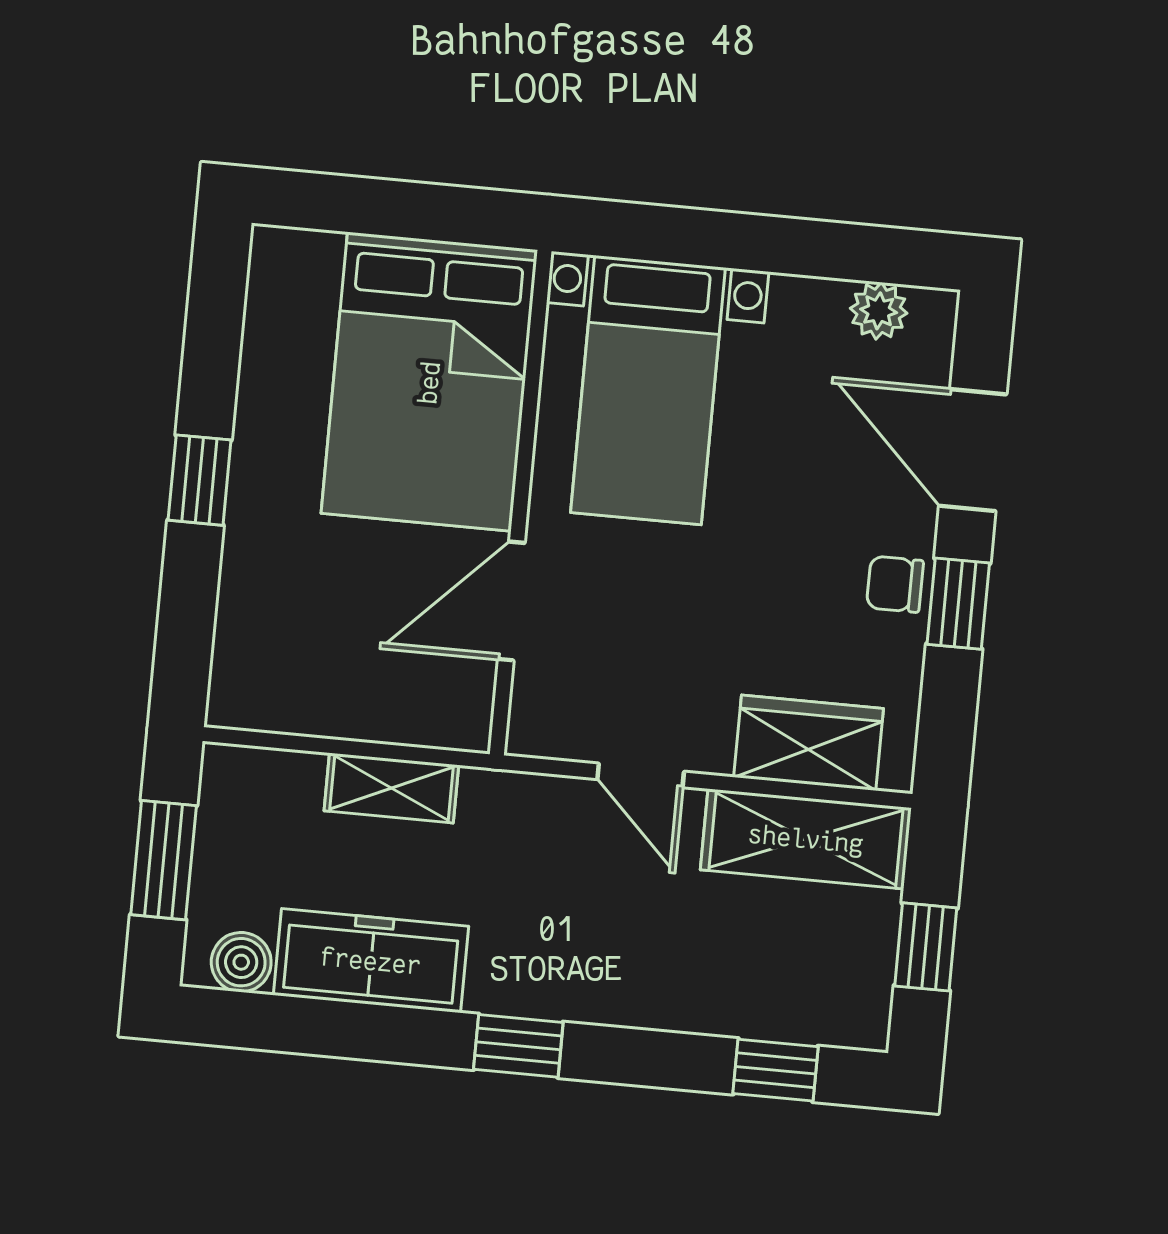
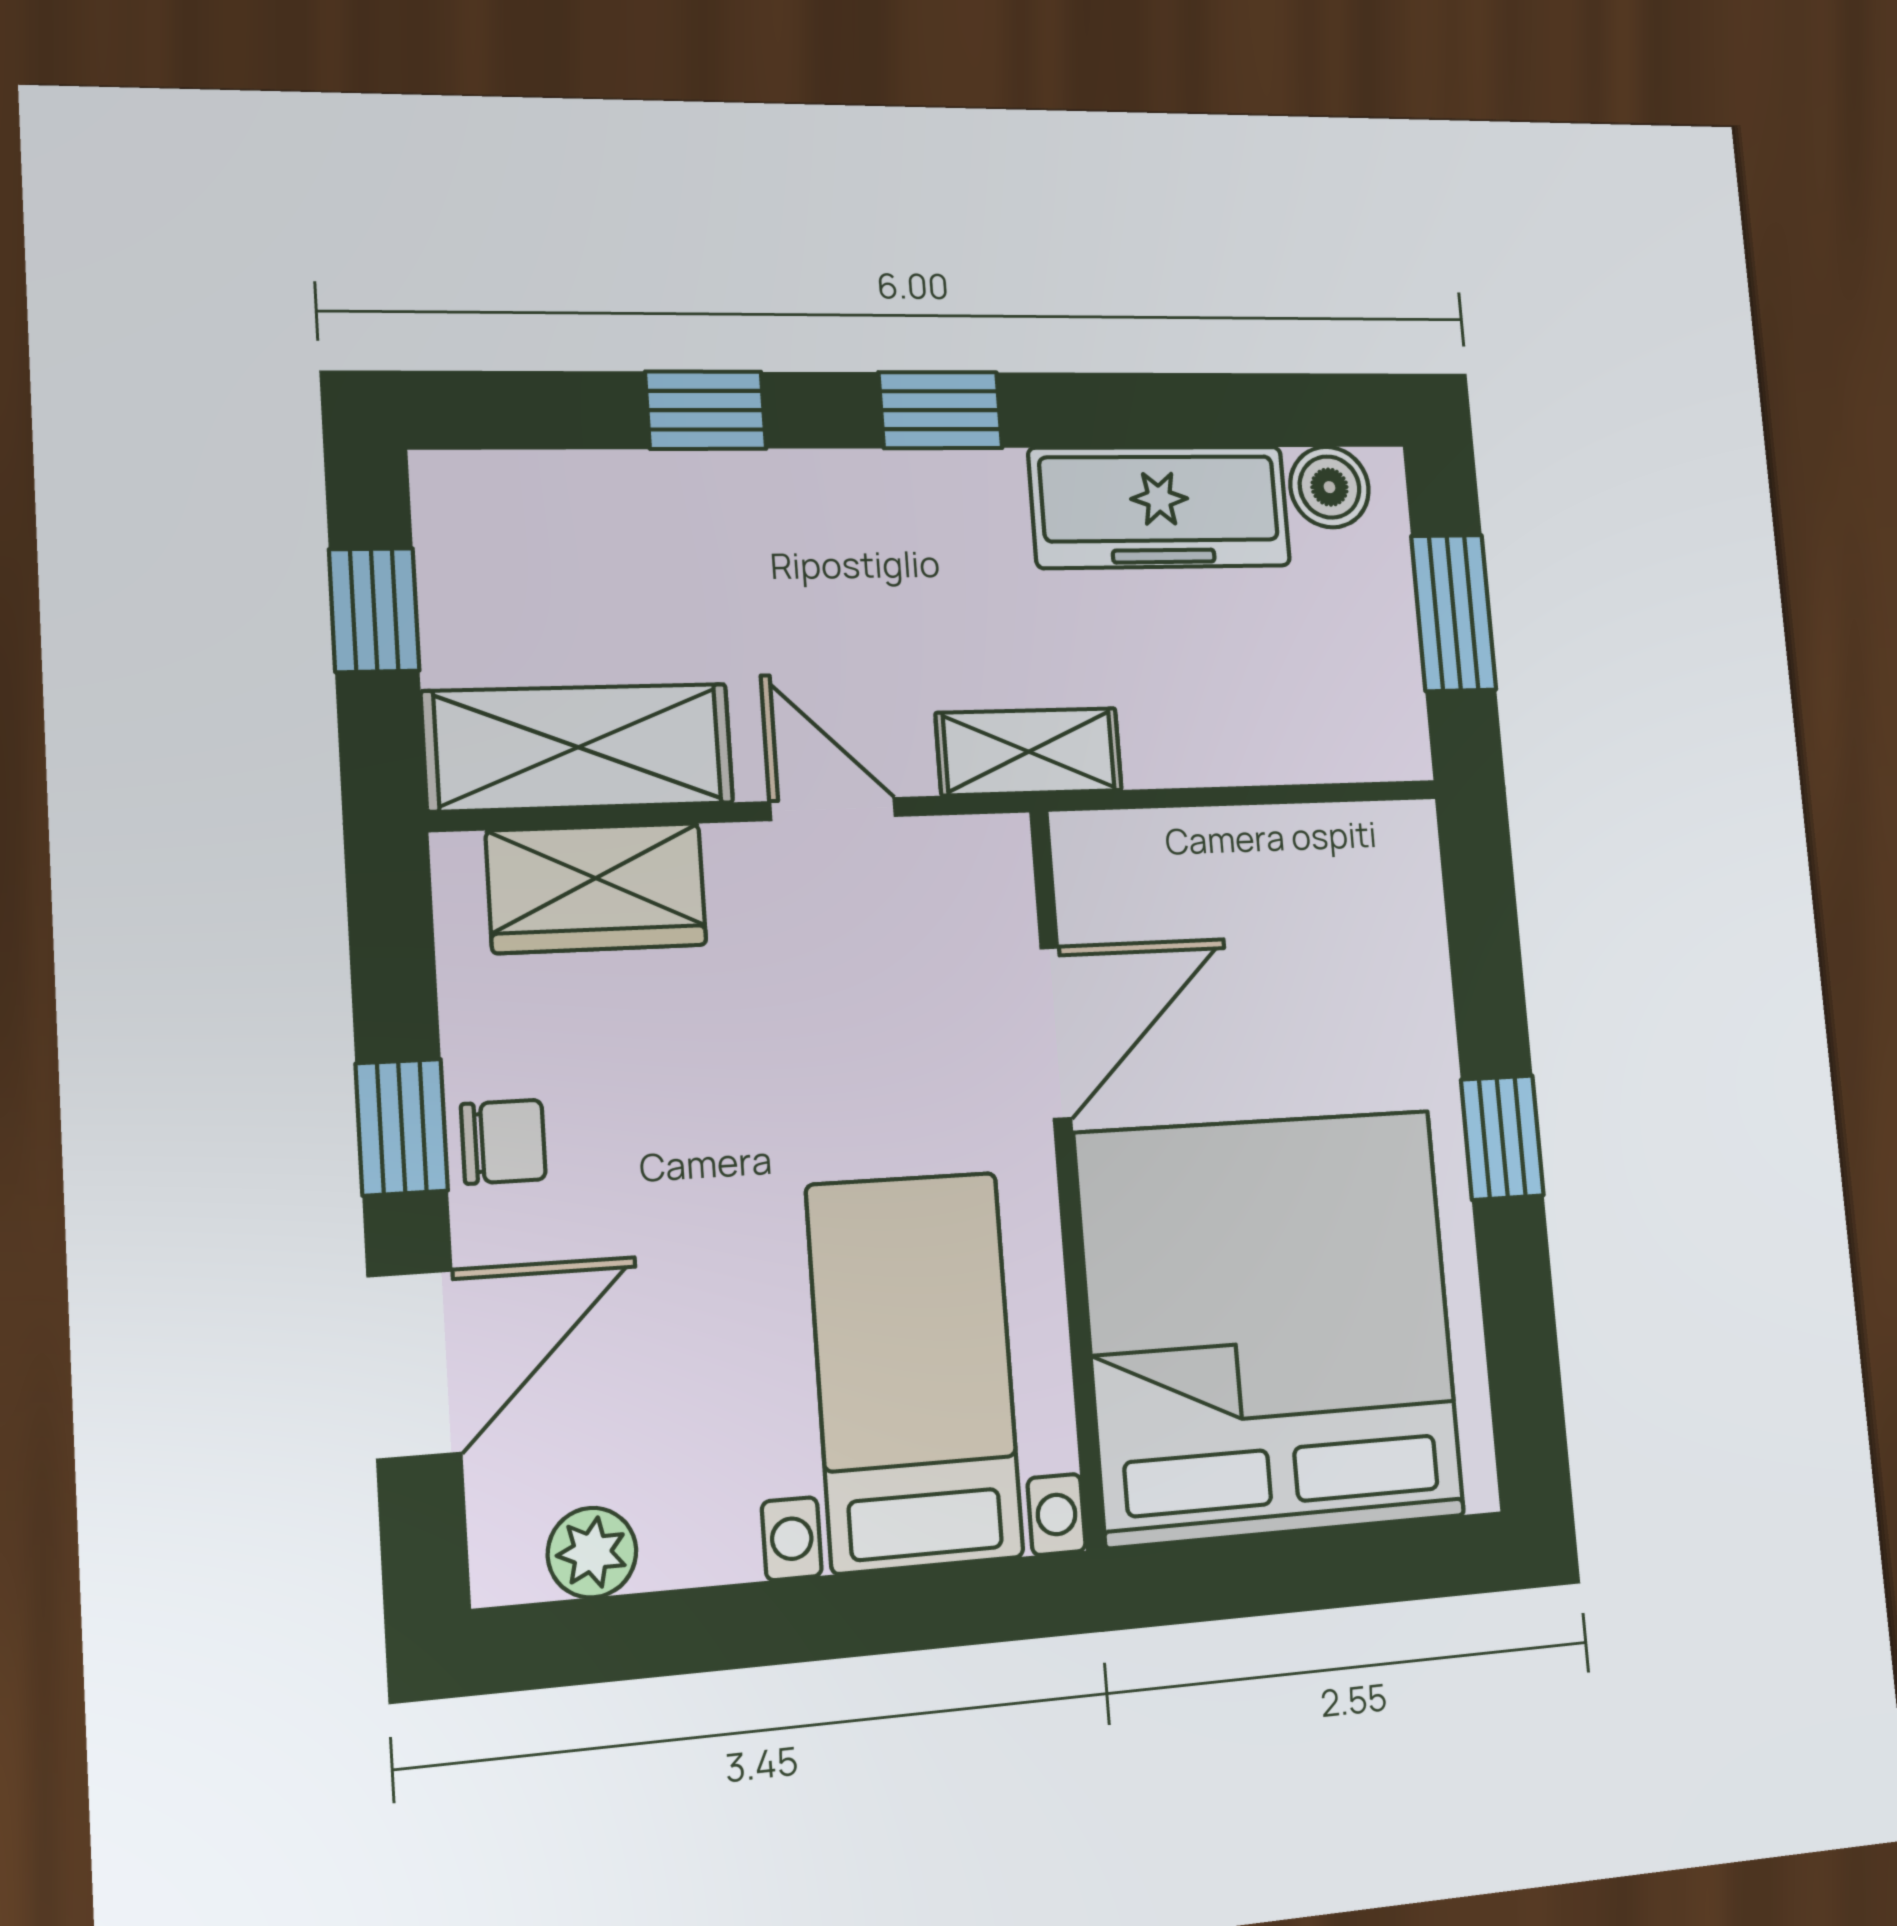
bed: (429, 382) -> (1270, 1325), width x1.36
door: (973, 450) -> (414, 1365), hinge flipped
shelving: (391, 788) -> (1029, 752), moved
window: (776, 1070) -> (706, 410), moved

